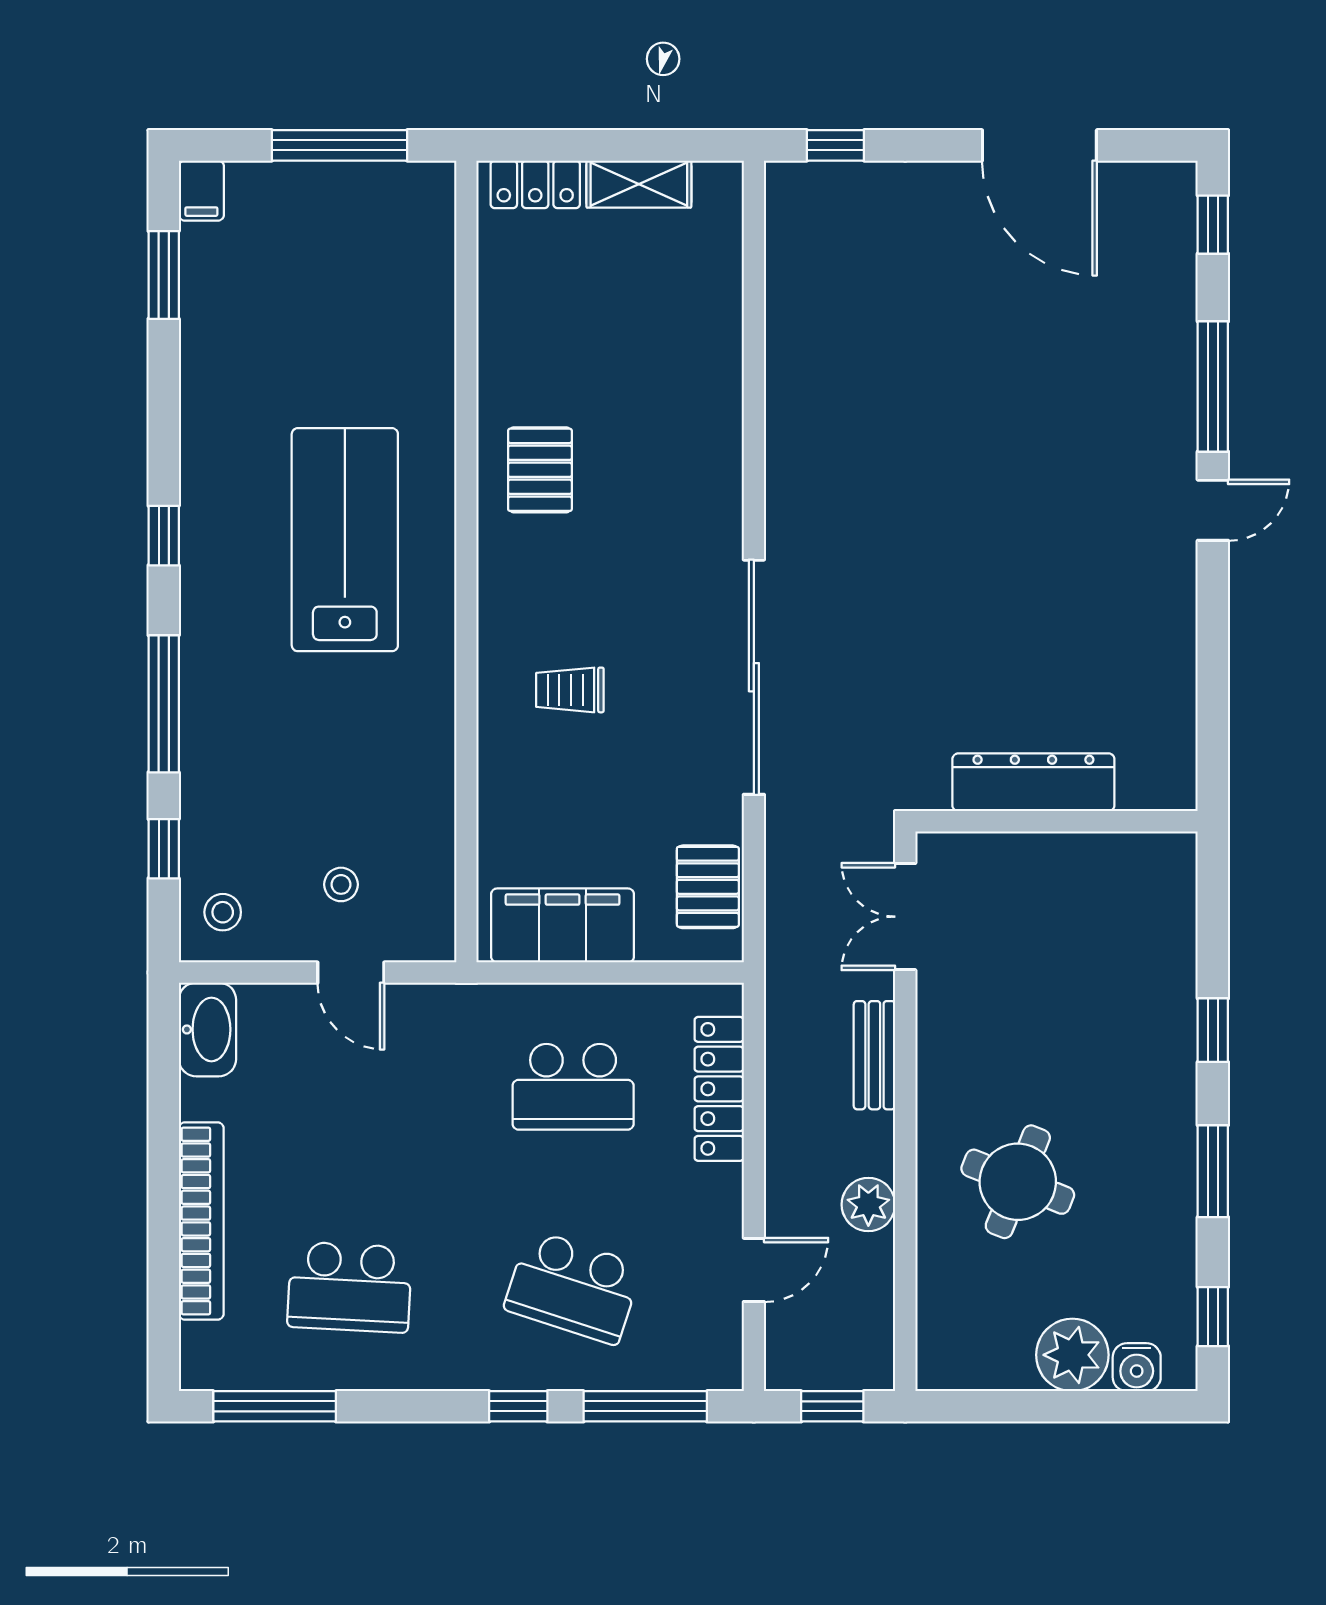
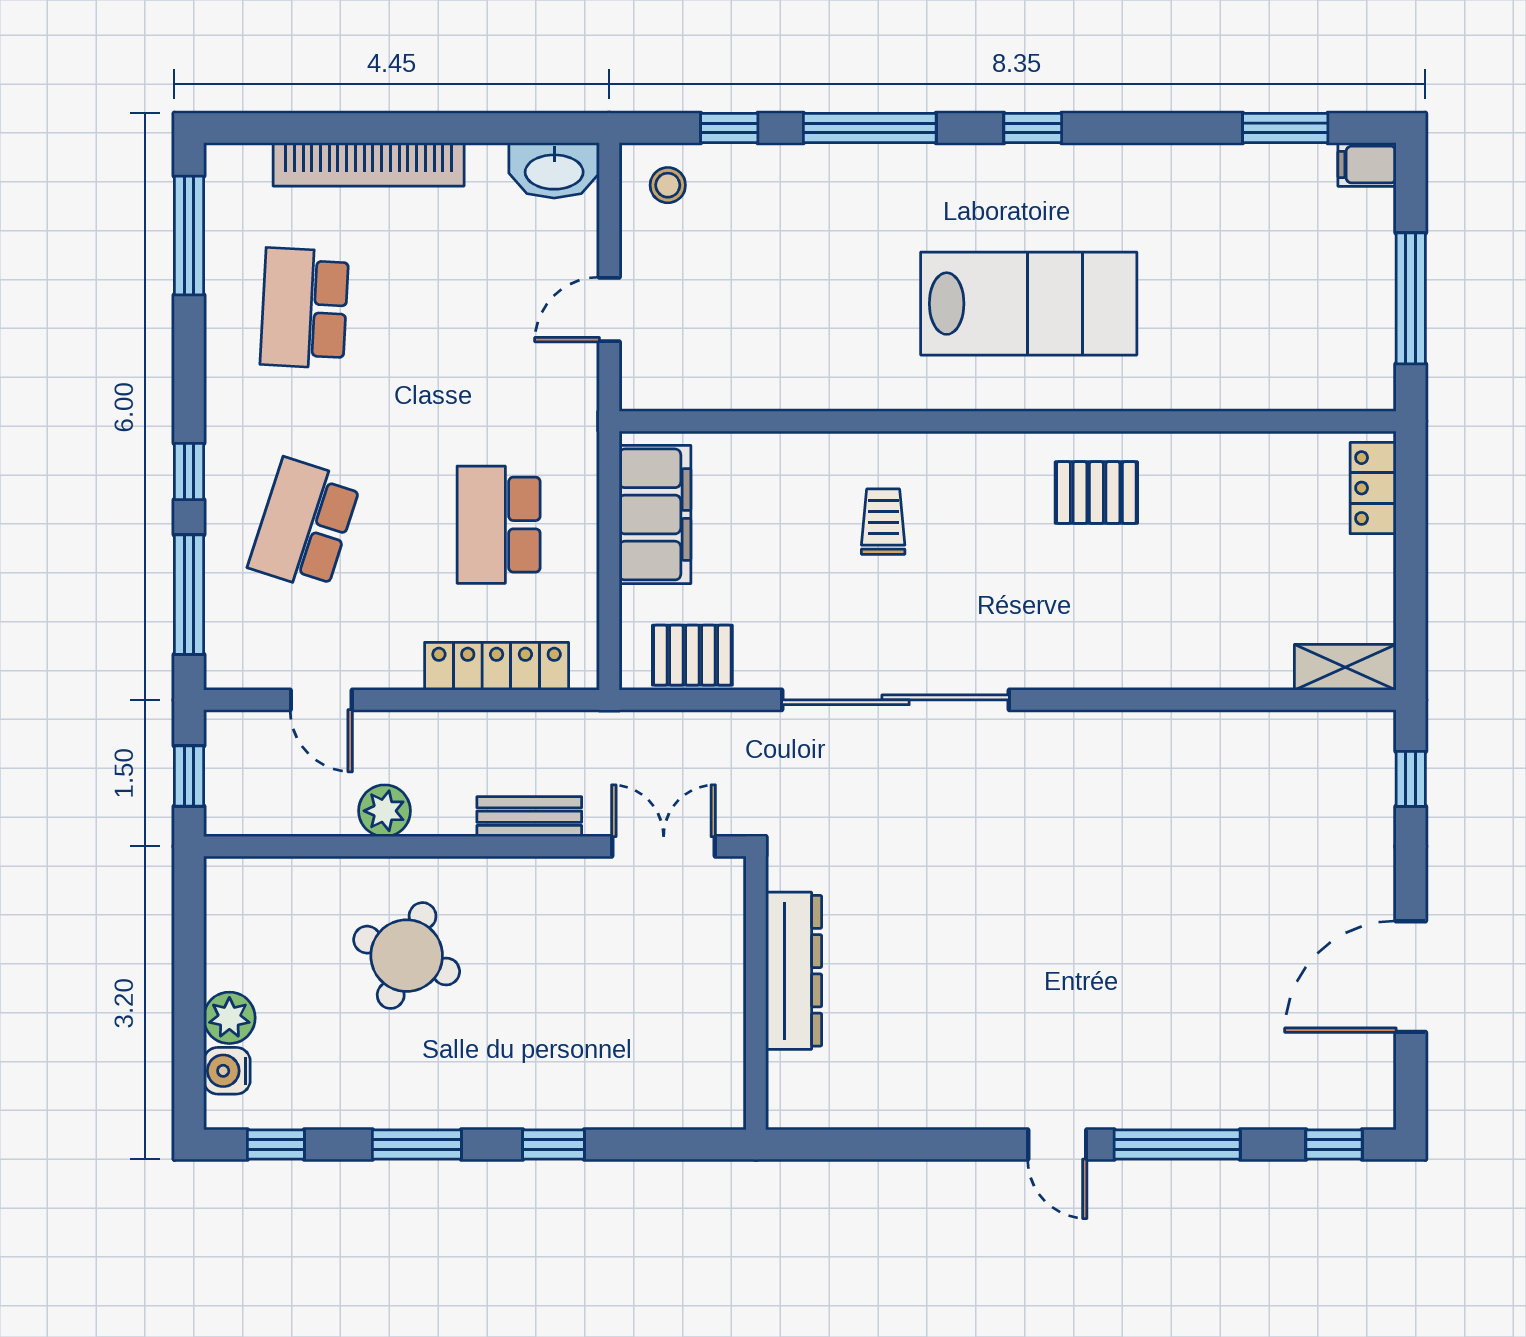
shelving: (639, 184) -> (1345, 667), moved, turned 90
stool: (341, 884) -> (695, 300), removed
plant: (1072, 1355) -> (229, 1018), width x0.73, depth x0.73

